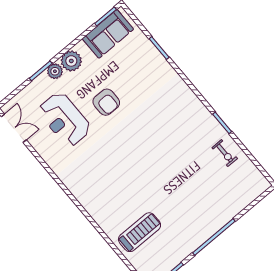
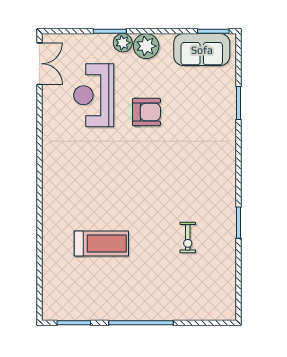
armchair: (106, 102) -> (146, 112), turned -90
exercise bike: (225, 153) -> (188, 238), moved
treadmill: (140, 232) -> (101, 243), moved

